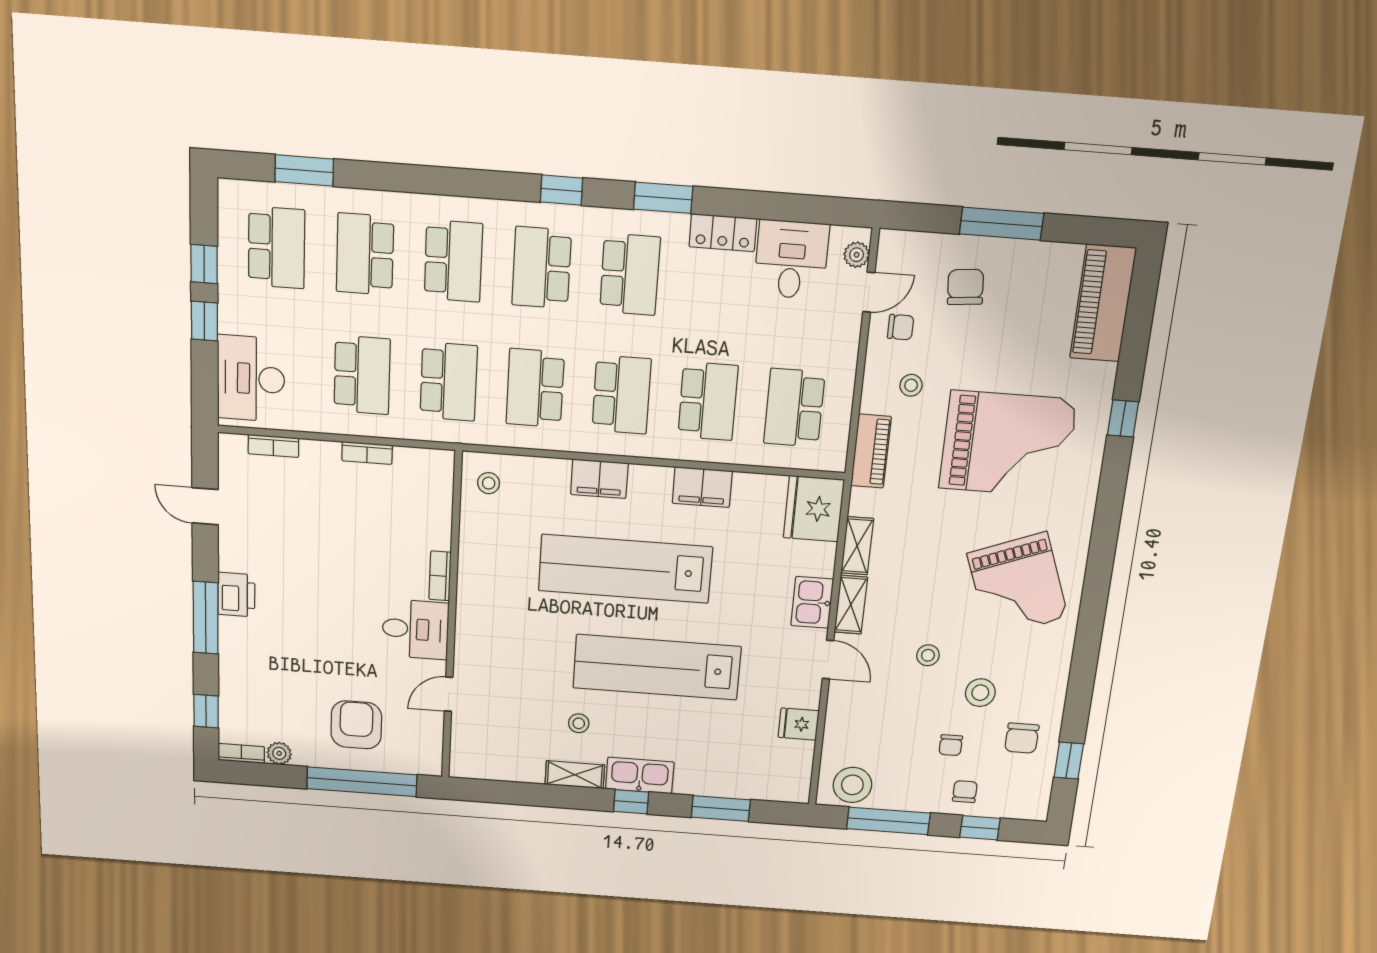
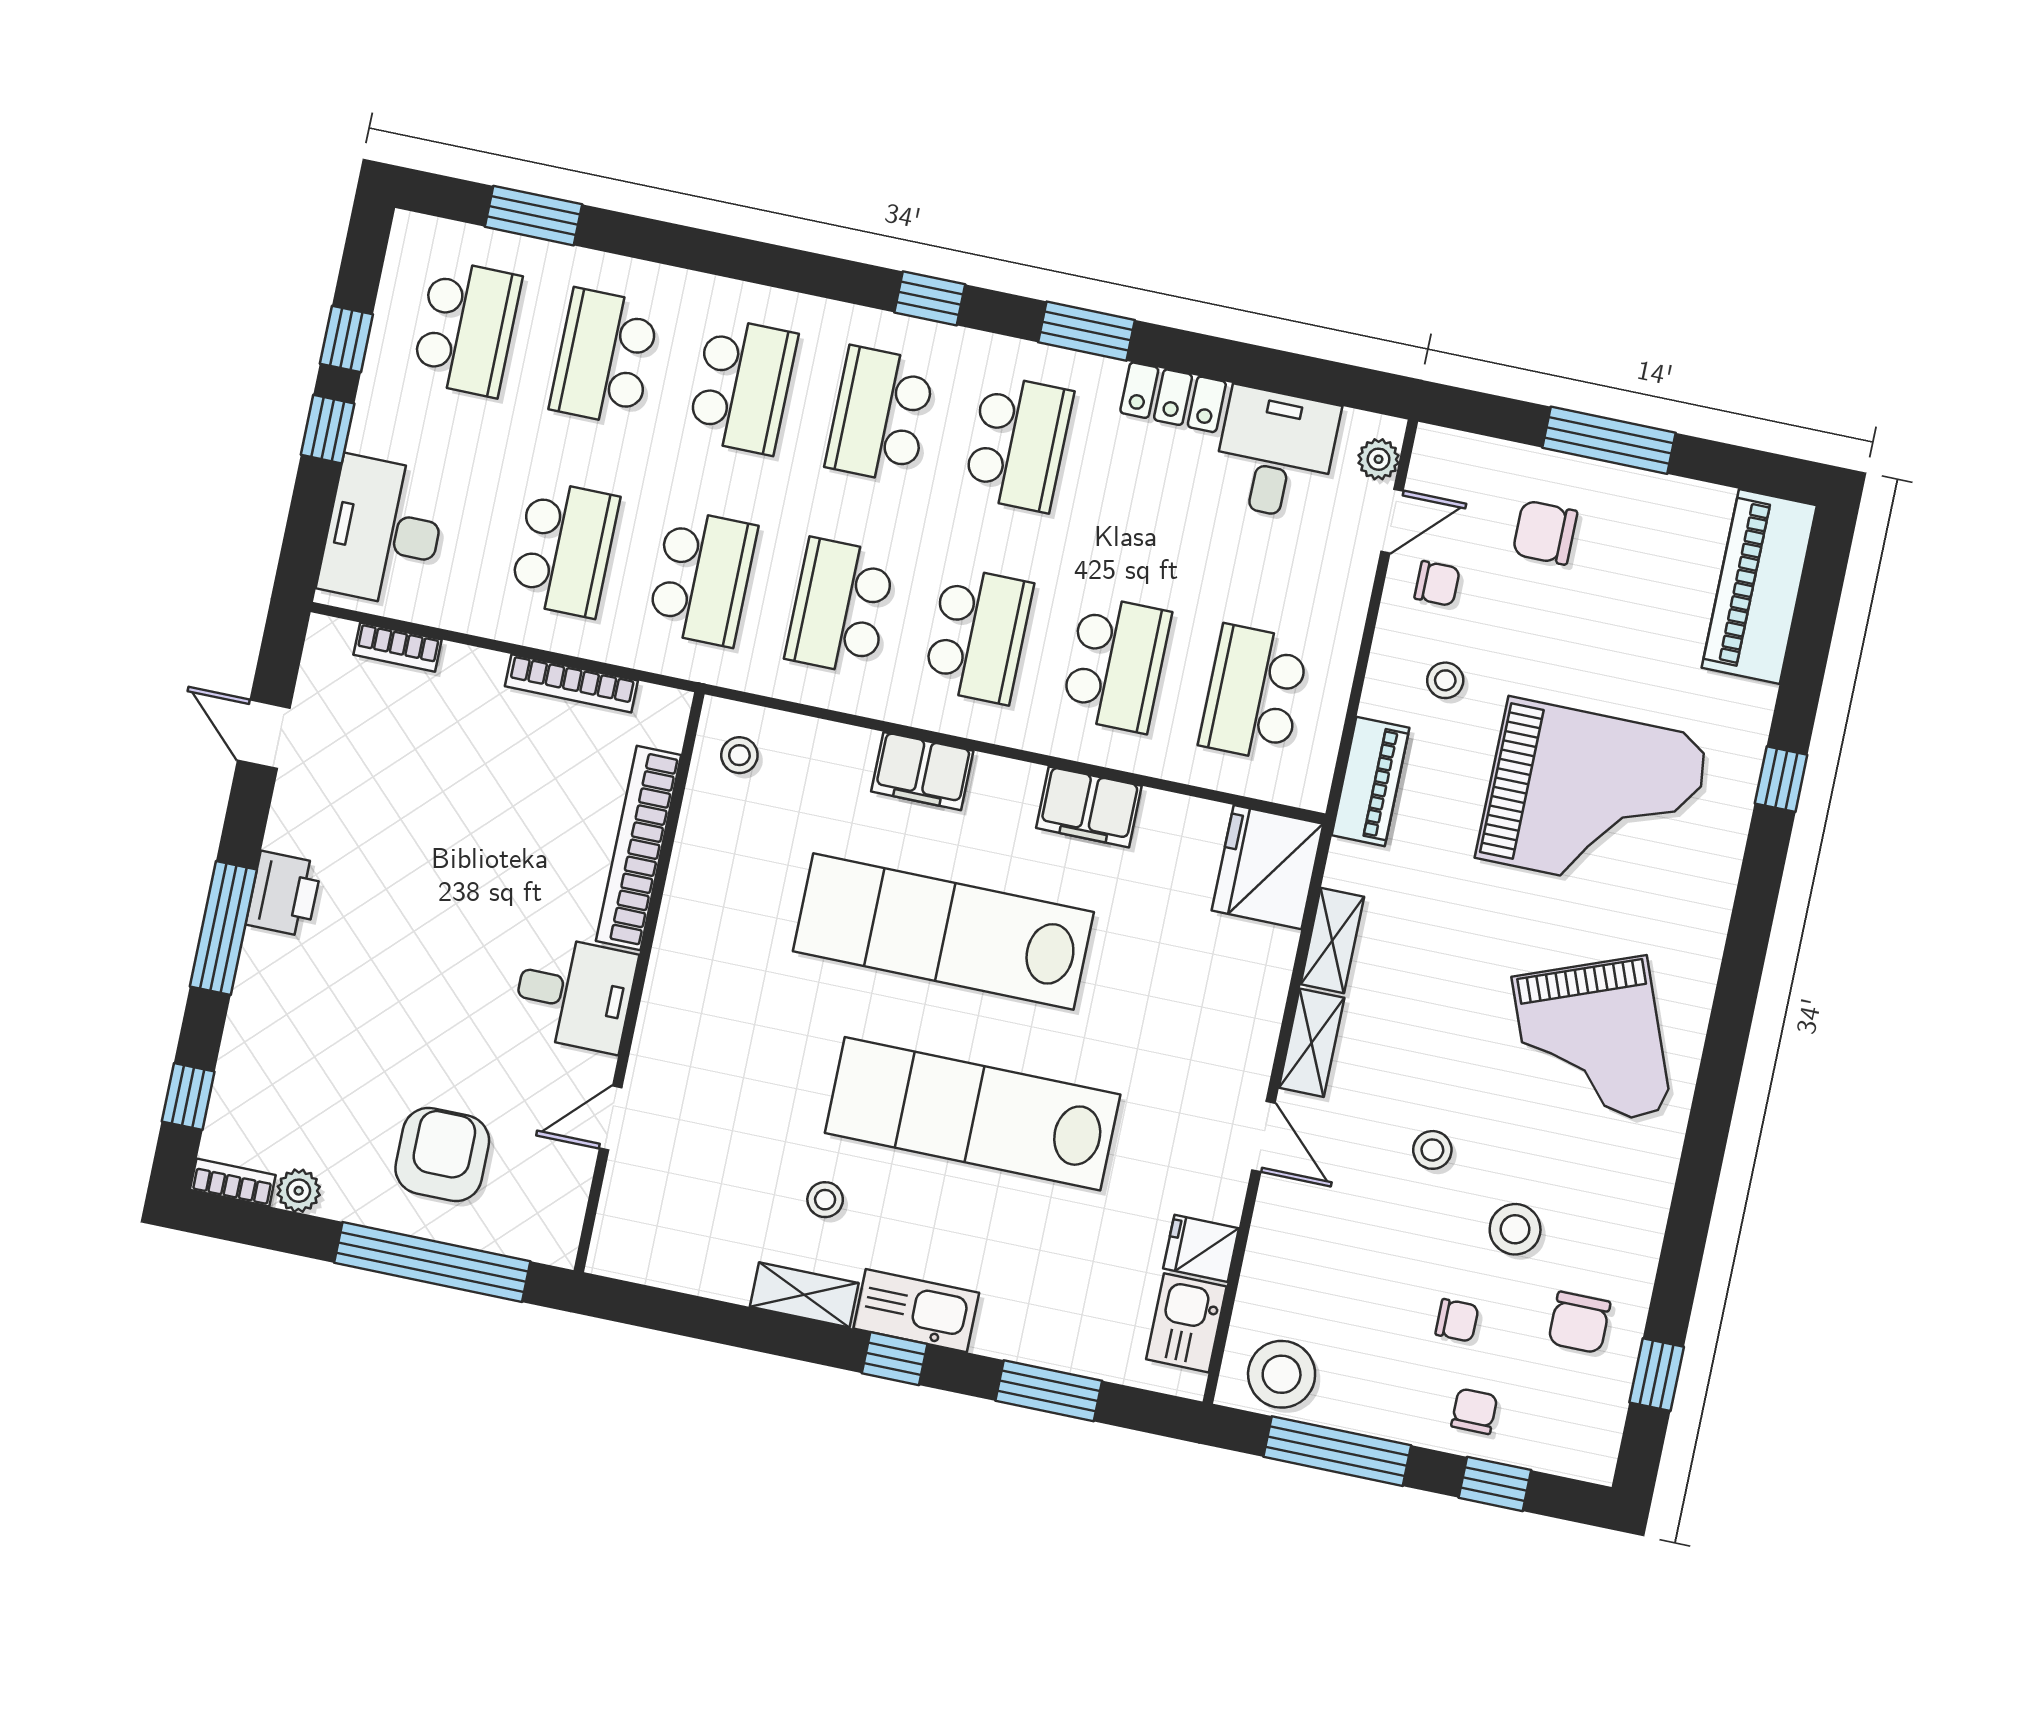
chair: (965, 287) -> (1545, 532), turned -85
bookcase: (367, 453) -> (571, 683), width x1.56
bookcase: (440, 576) -> (639, 848), width x2.31, depth x1.31
kitchen sink: (812, 602) -> (1186, 1323), moved
chair: (951, 745) -> (1457, 1320), turned -90

